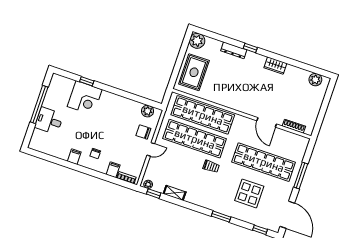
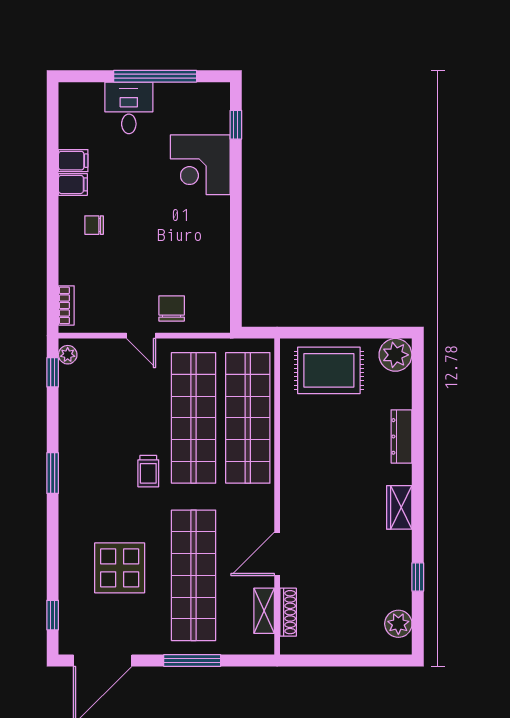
window: (250, 48) -> (418, 577), moved
wardrobe: (275, 66) -> (399, 507), moved
window: (87, 81) -> (236, 125), moved
plant: (148, 111) -> (217, 302), removed
filing cabinet: (113, 170) -> (73, 161), moved
shelving: (175, 193) -> (264, 611), moved
window: (221, 217) -> (53, 473), moved

